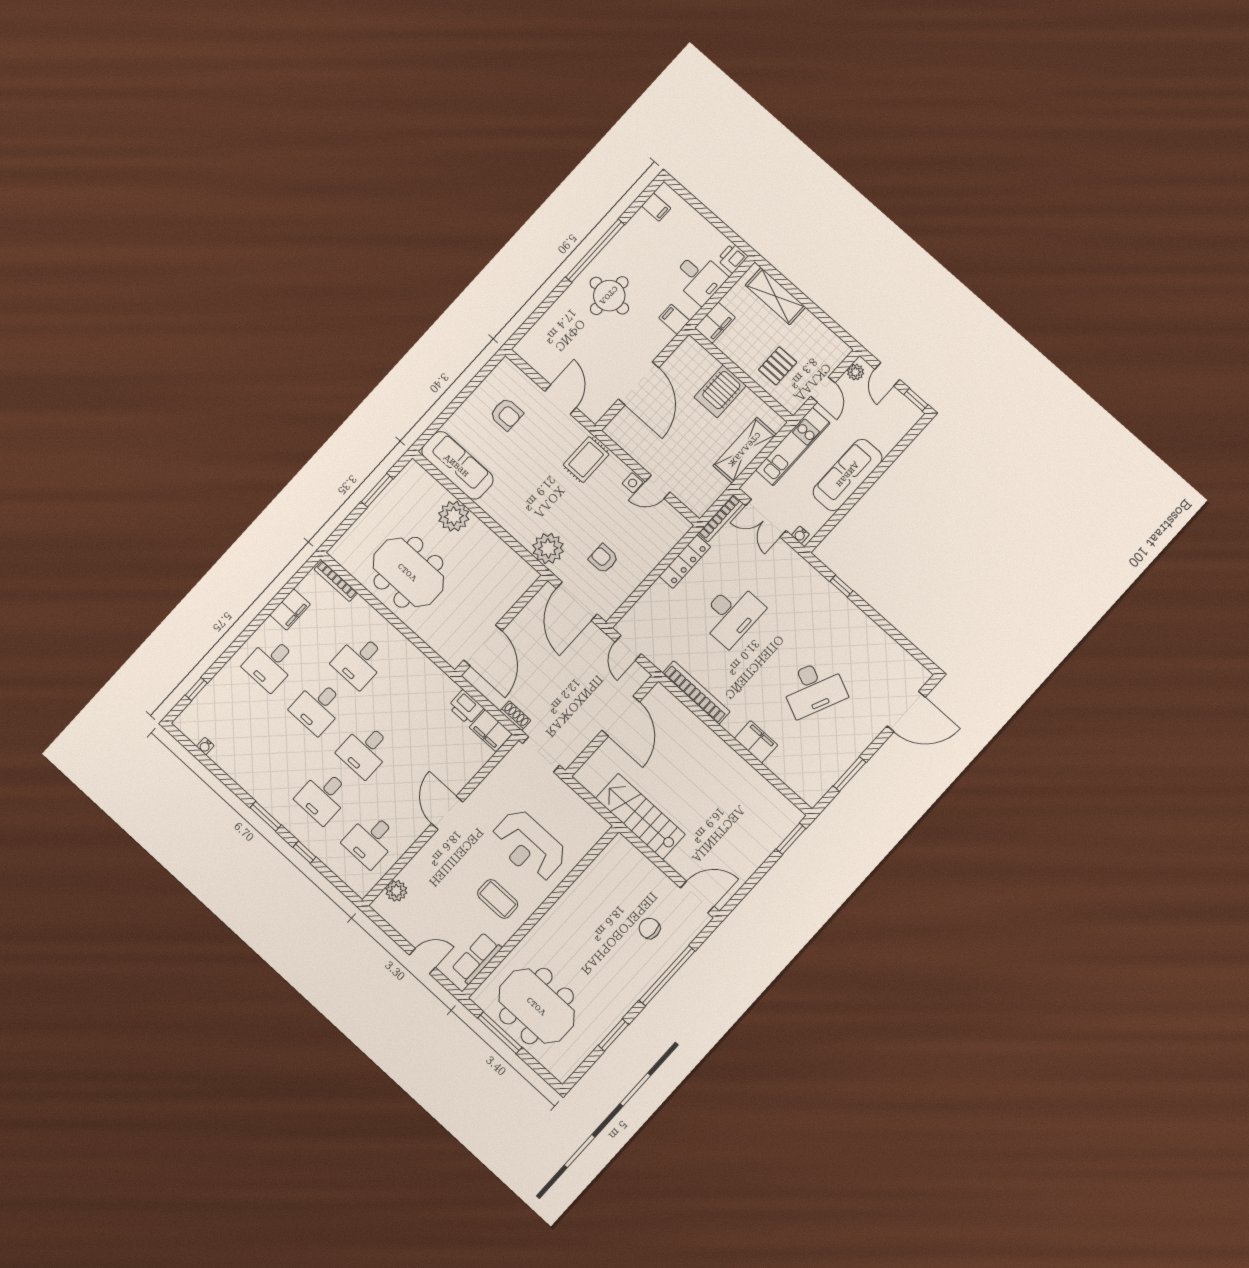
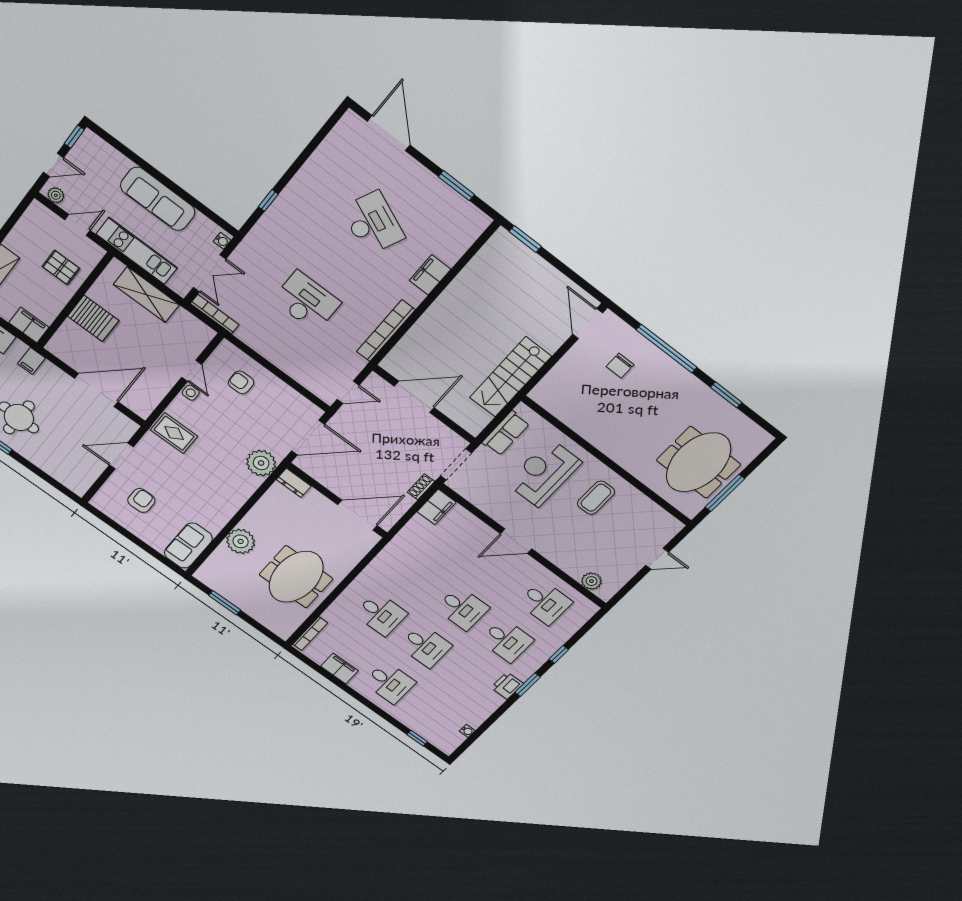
sofa: (457, 465) -> (188, 546), width x0.73
armchair: (603, 559) -> (241, 382), moved, turned 90
locker: (685, 562) -> (260, 345), removed
dresser: (524, 581) -> (294, 483), added
printer: (466, 707) -> (507, 686), moved, turned 180
reception desk: (529, 846) -> (544, 473), turned 180
row of seats: (477, 958) -> (506, 433), moved, turned -90
door: (422, 961) -> (657, 559), swing flipped

